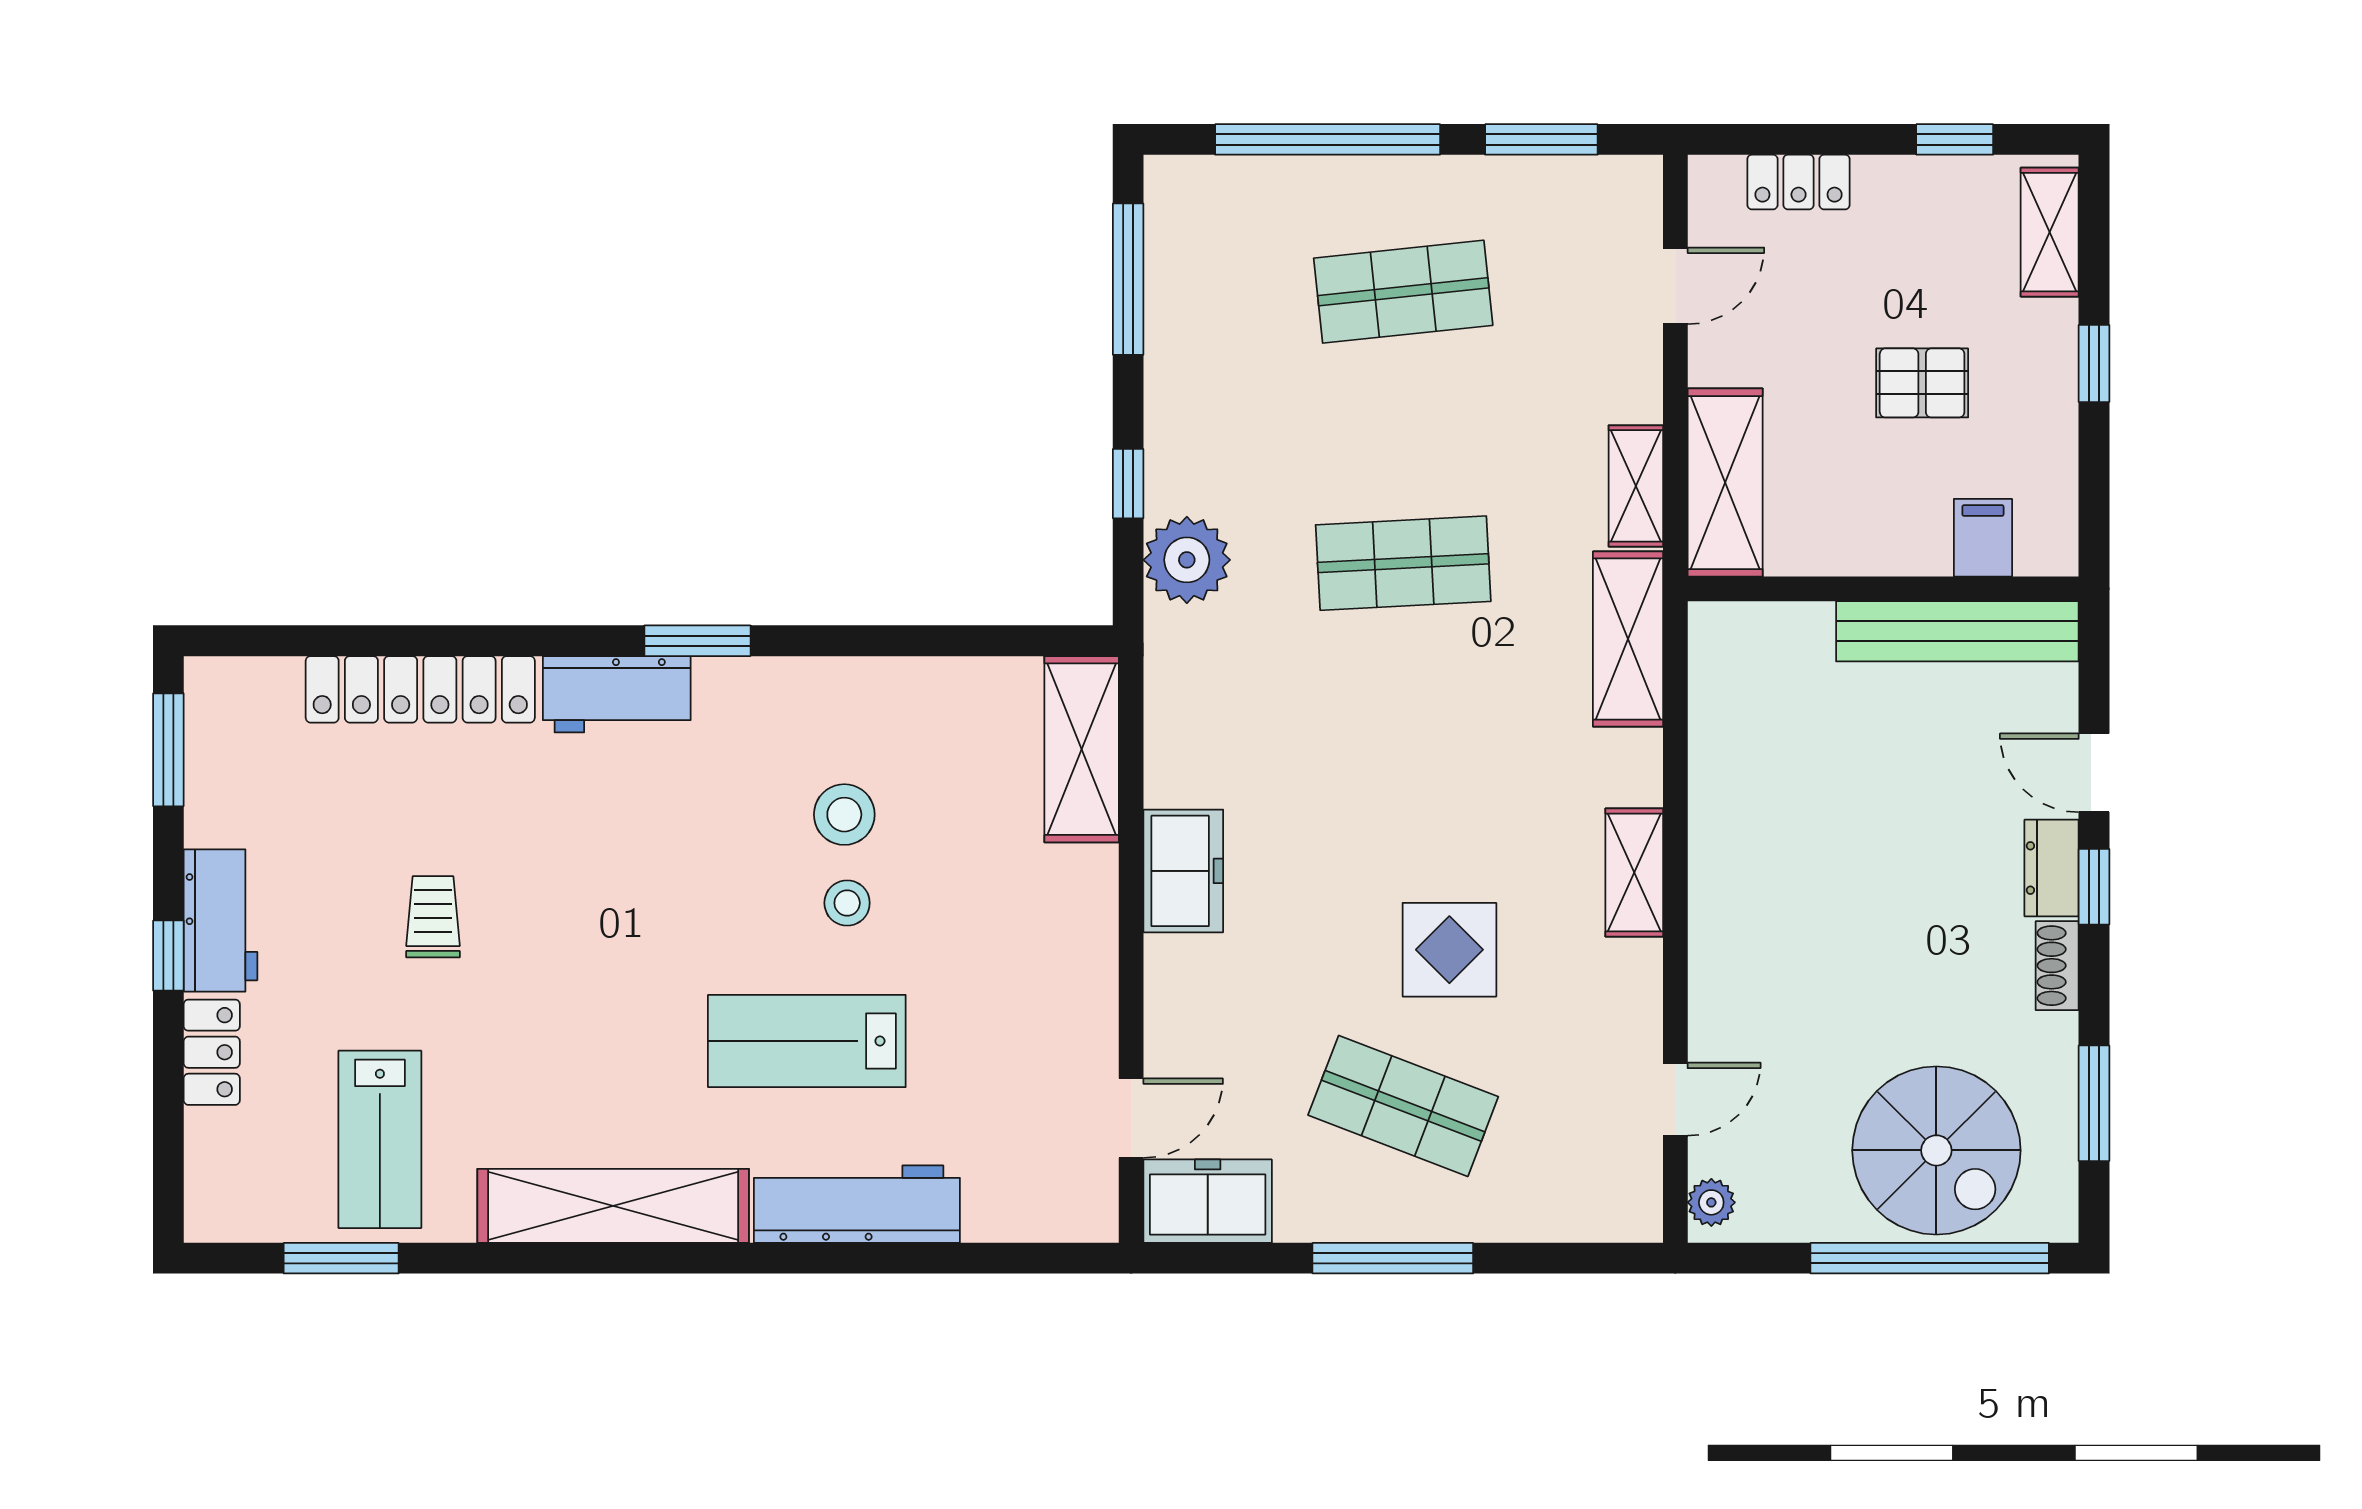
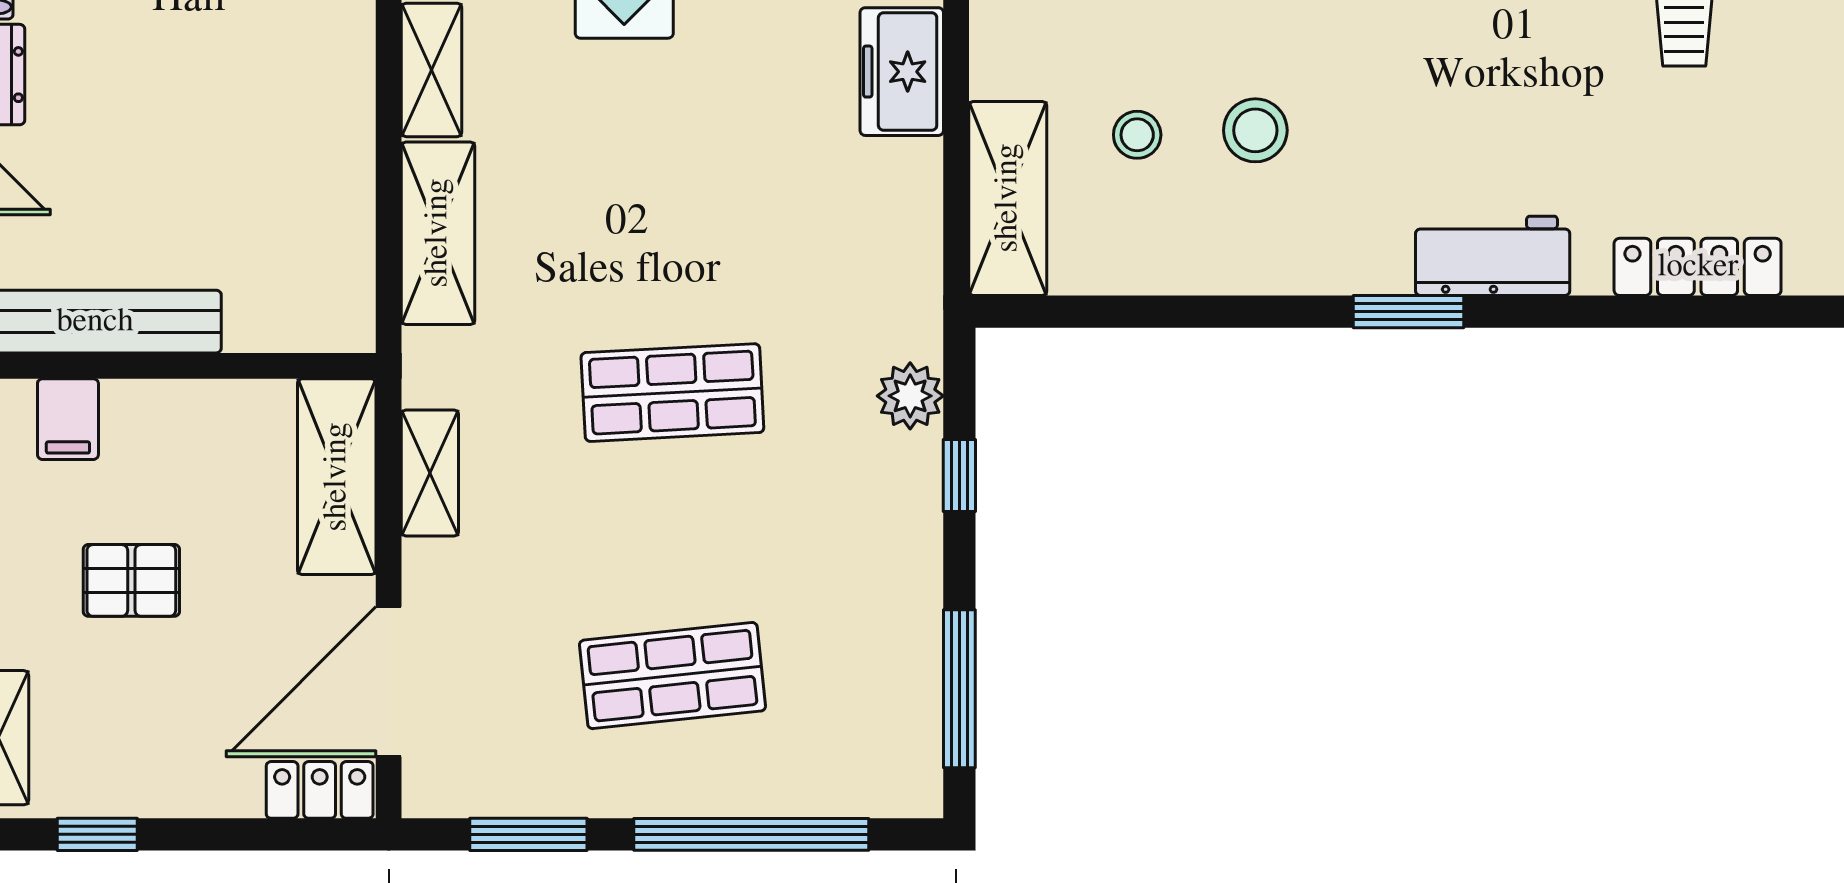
locker: (1799, 182) -> (320, 790), moved
door: (1675, 286) -> (389, 682), width x1.87
plant: (1187, 560) -> (910, 396), width x0.73, depth x0.73
shelving: (1628, 639) -> (438, 233), moved
locker: (420, 689) -> (1698, 267), width x0.71, depth x0.83
stool: (847, 903) -> (1137, 135), moved

